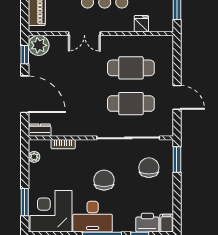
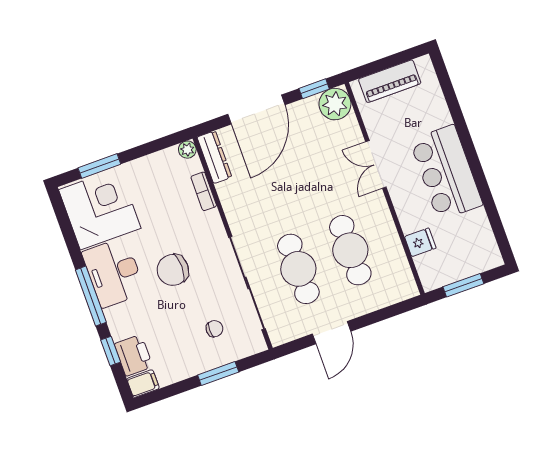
dresser: (40, 130) -> (214, 157), width x1.44
plant: (34, 157) -> (187, 150), moved
window: (177, 160) -> (218, 374), moved
chair: (149, 168) -> (214, 329), width x0.54, depth x0.54
chair: (104, 180) -> (173, 270), turned 180

